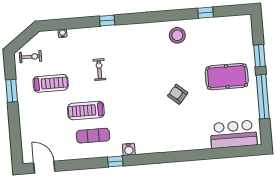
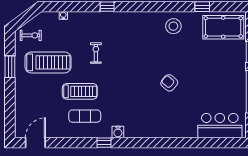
pool table: (227, 77) -> (223, 27), moved
treadmill: (51, 83) -> (48, 62), width x1.37, depth x1.38
treadmill: (86, 111) -> (80, 91), turned 180
door: (44, 167) -> (35, 143), hinge flipped

